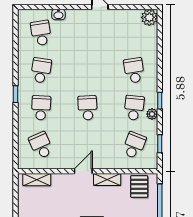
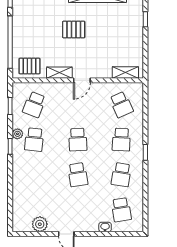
plant: (149, 17) -> (40, 224), moved
school desk: (134, 70) -> (78, 175), moved
pallet: (139, 186) -> (29, 66), turned 90

